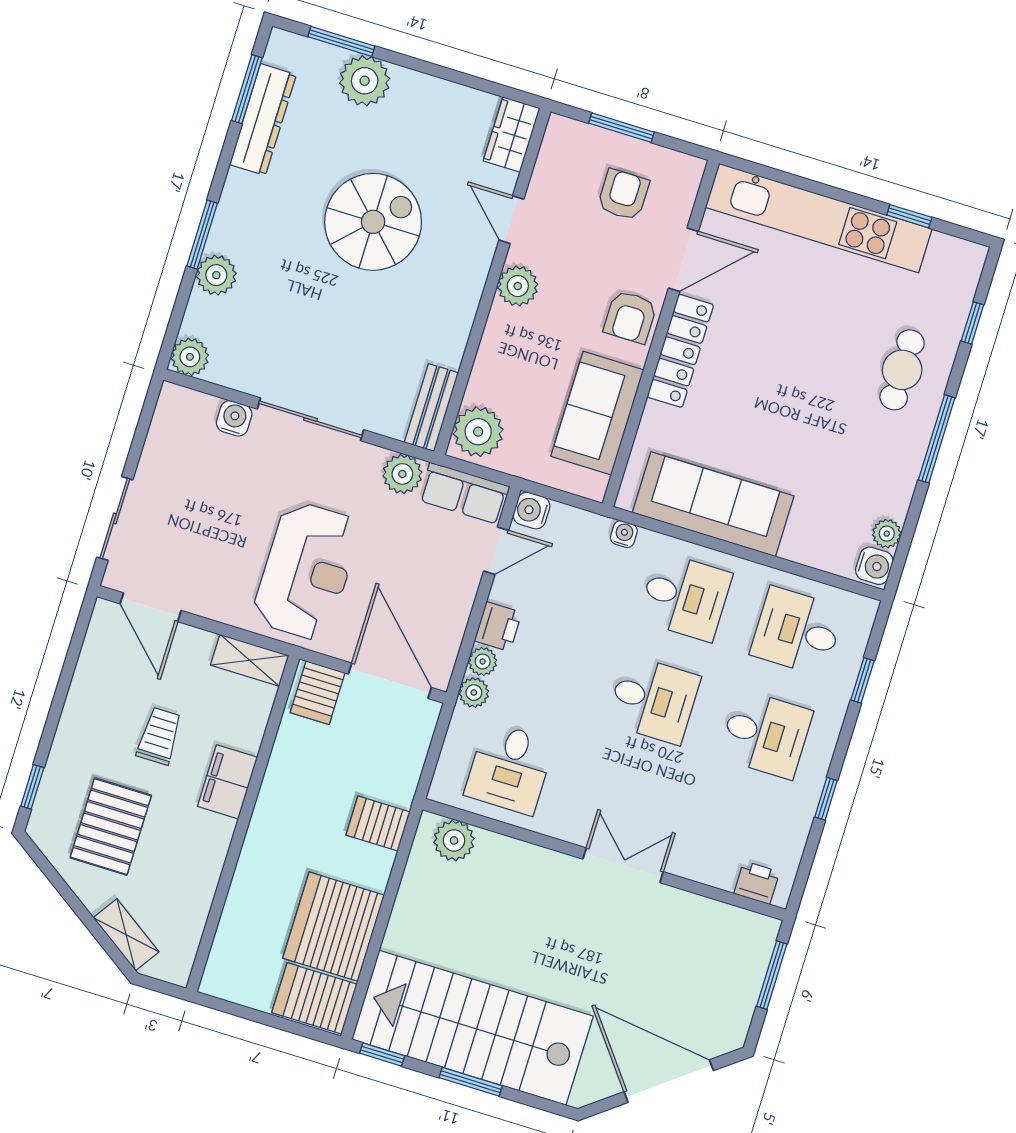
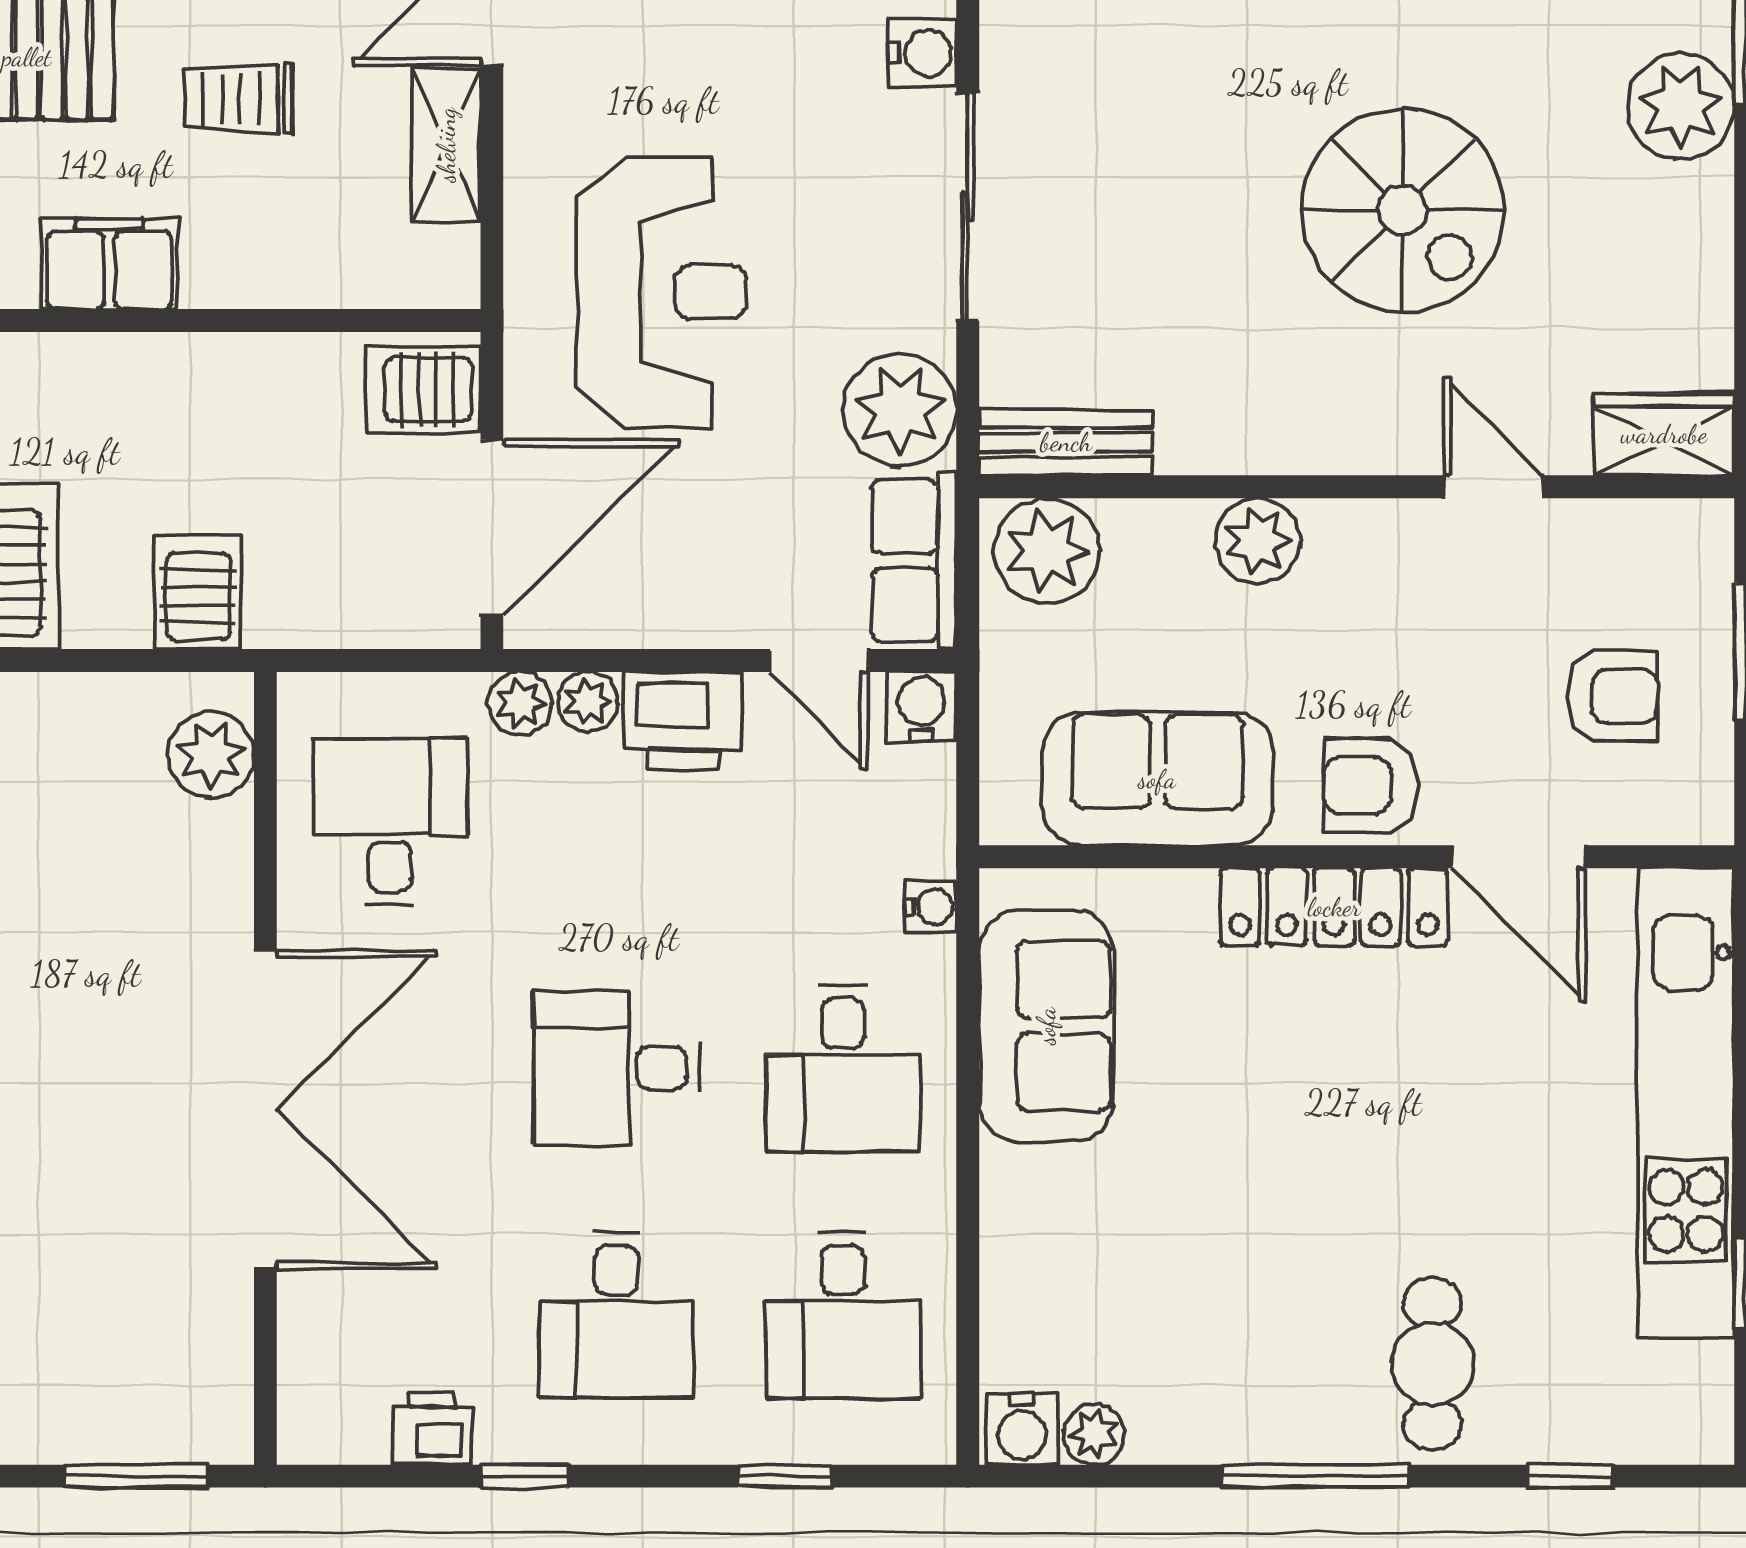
door: (511, 220) -> (1493, 487), hinge flipped
plant: (518, 286) -> (1258, 541), moved
cafe table: (902, 370) -> (1433, 1364), turned 90
plant: (402, 474) -> (900, 410), width x1.36, depth x1.36
sofa: (713, 504) -> (1046, 1026), width x0.73
reception desk: (307, 571) -> (661, 292), turned -90
printer: (498, 627) -> (683, 721), width x1.36, depth x1.24
desk: (797, 631) -> (843, 1315), turned 180
shelving: (250, 660) -> (446, 145), moved
desk: (653, 700) -> (617, 1068), turned 90
trolley: (159, 736) -> (238, 99), turned 180
desk: (510, 768) -> (390, 822), turned 90
filing cabinet: (228, 782) -> (109, 264), moved
double door: (623, 865) -> (265, 1110), width x1.87
printer: (757, 883) -> (432, 1429), moved, turned -90

